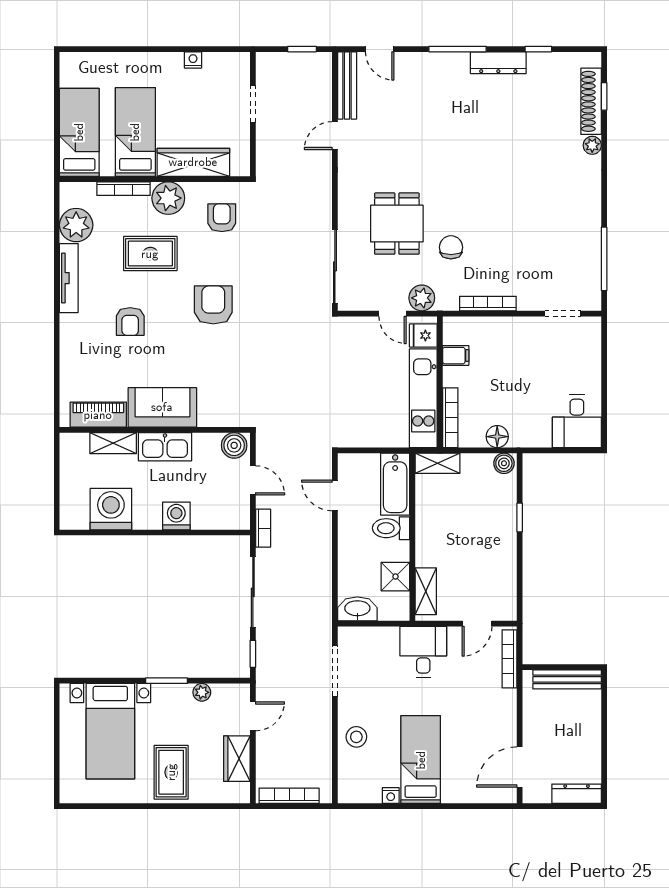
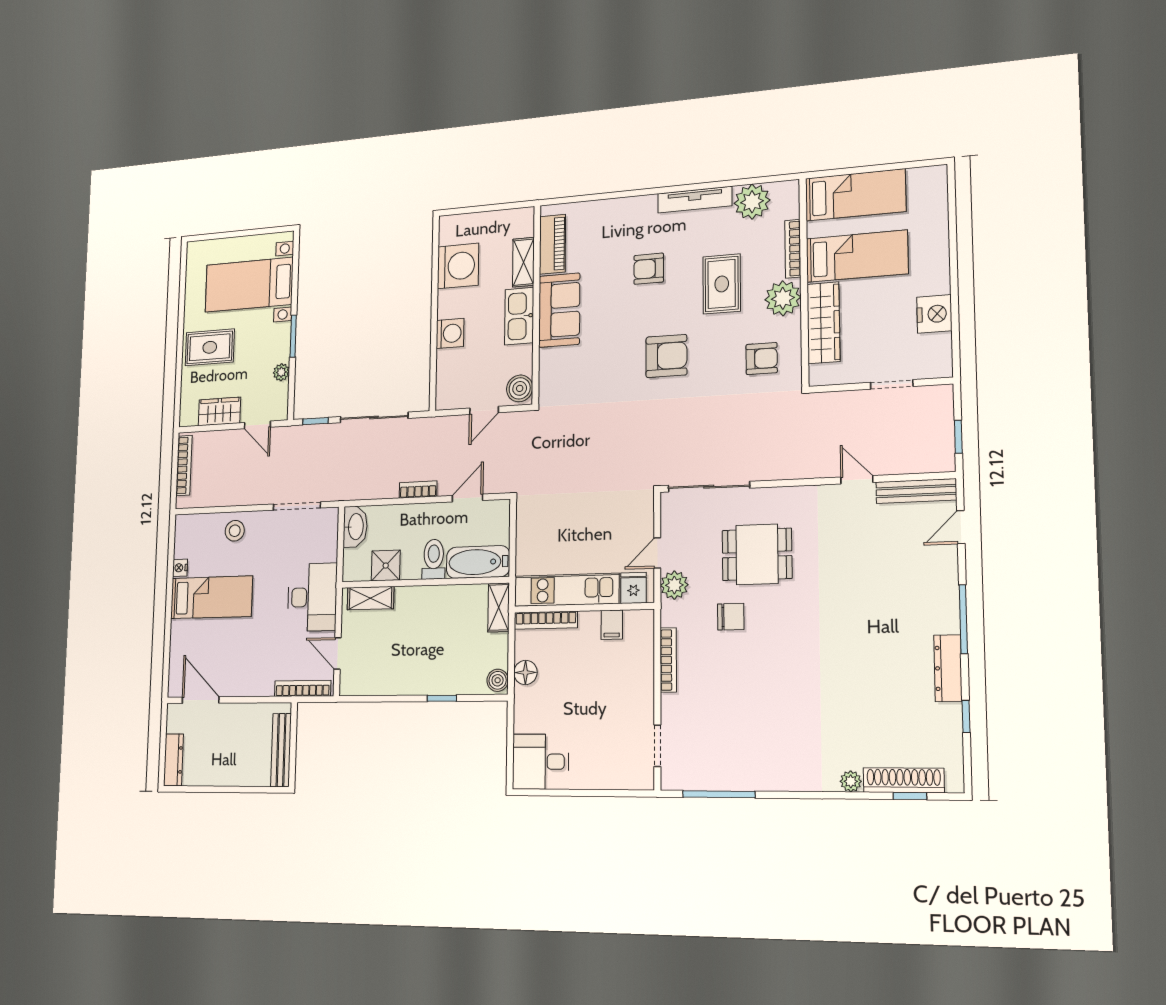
nightstand: (193, 60) -> (934, 314), width x1.89, depth x1.79
bookcase: (263, 528) -> (418, 490), moved, turned 180
desk: (423, 652) -> (312, 597), width x1.37

